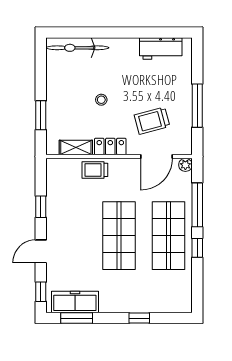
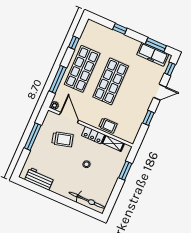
door: (156, 157) -> (69, 118), hinge flipped
window: (197, 248) -> (74, 43), moved

